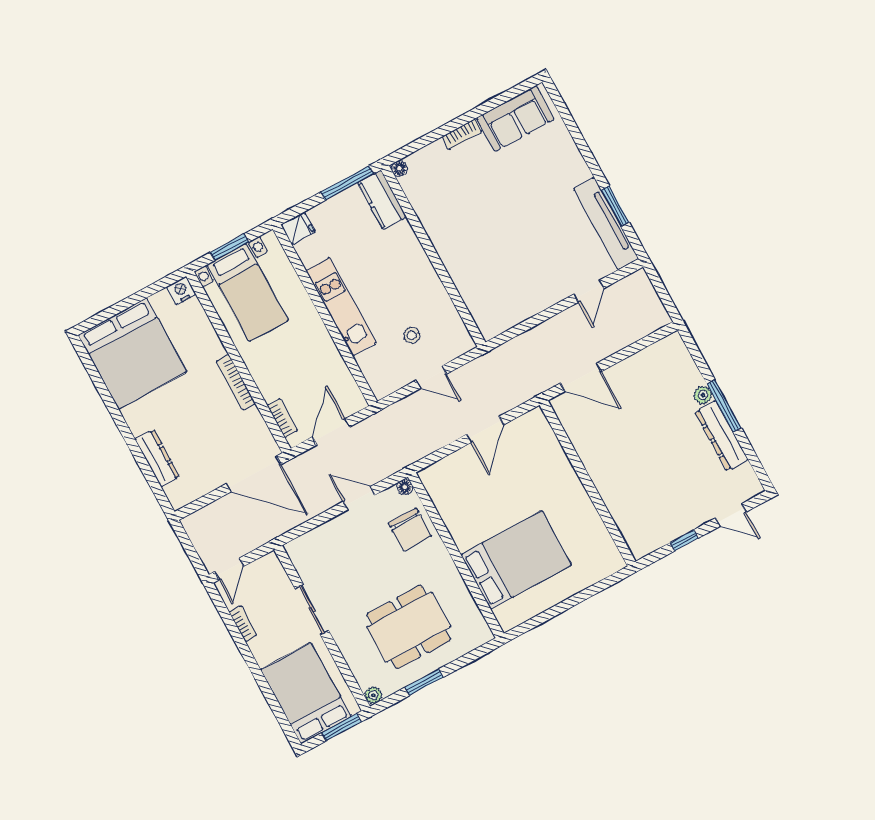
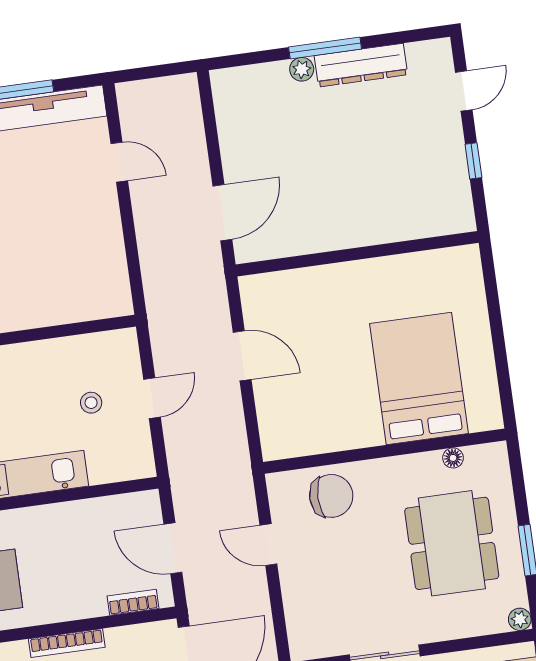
floor lamp: (405, 487) -> (453, 458), moved
door: (359, 498) -> (268, 545), hinge flipped

